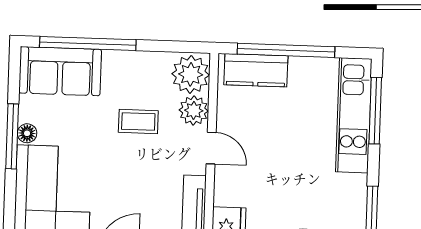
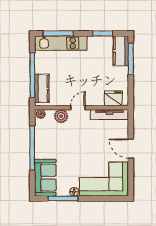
window: (88, 43) -> (32, 148), moved
plant: (191, 74) -> (41, 114), width x0.53, depth x0.53
coffee table: (138, 122) -> (67, 141), removed
window: (12, 136) -> (63, 198), moved

